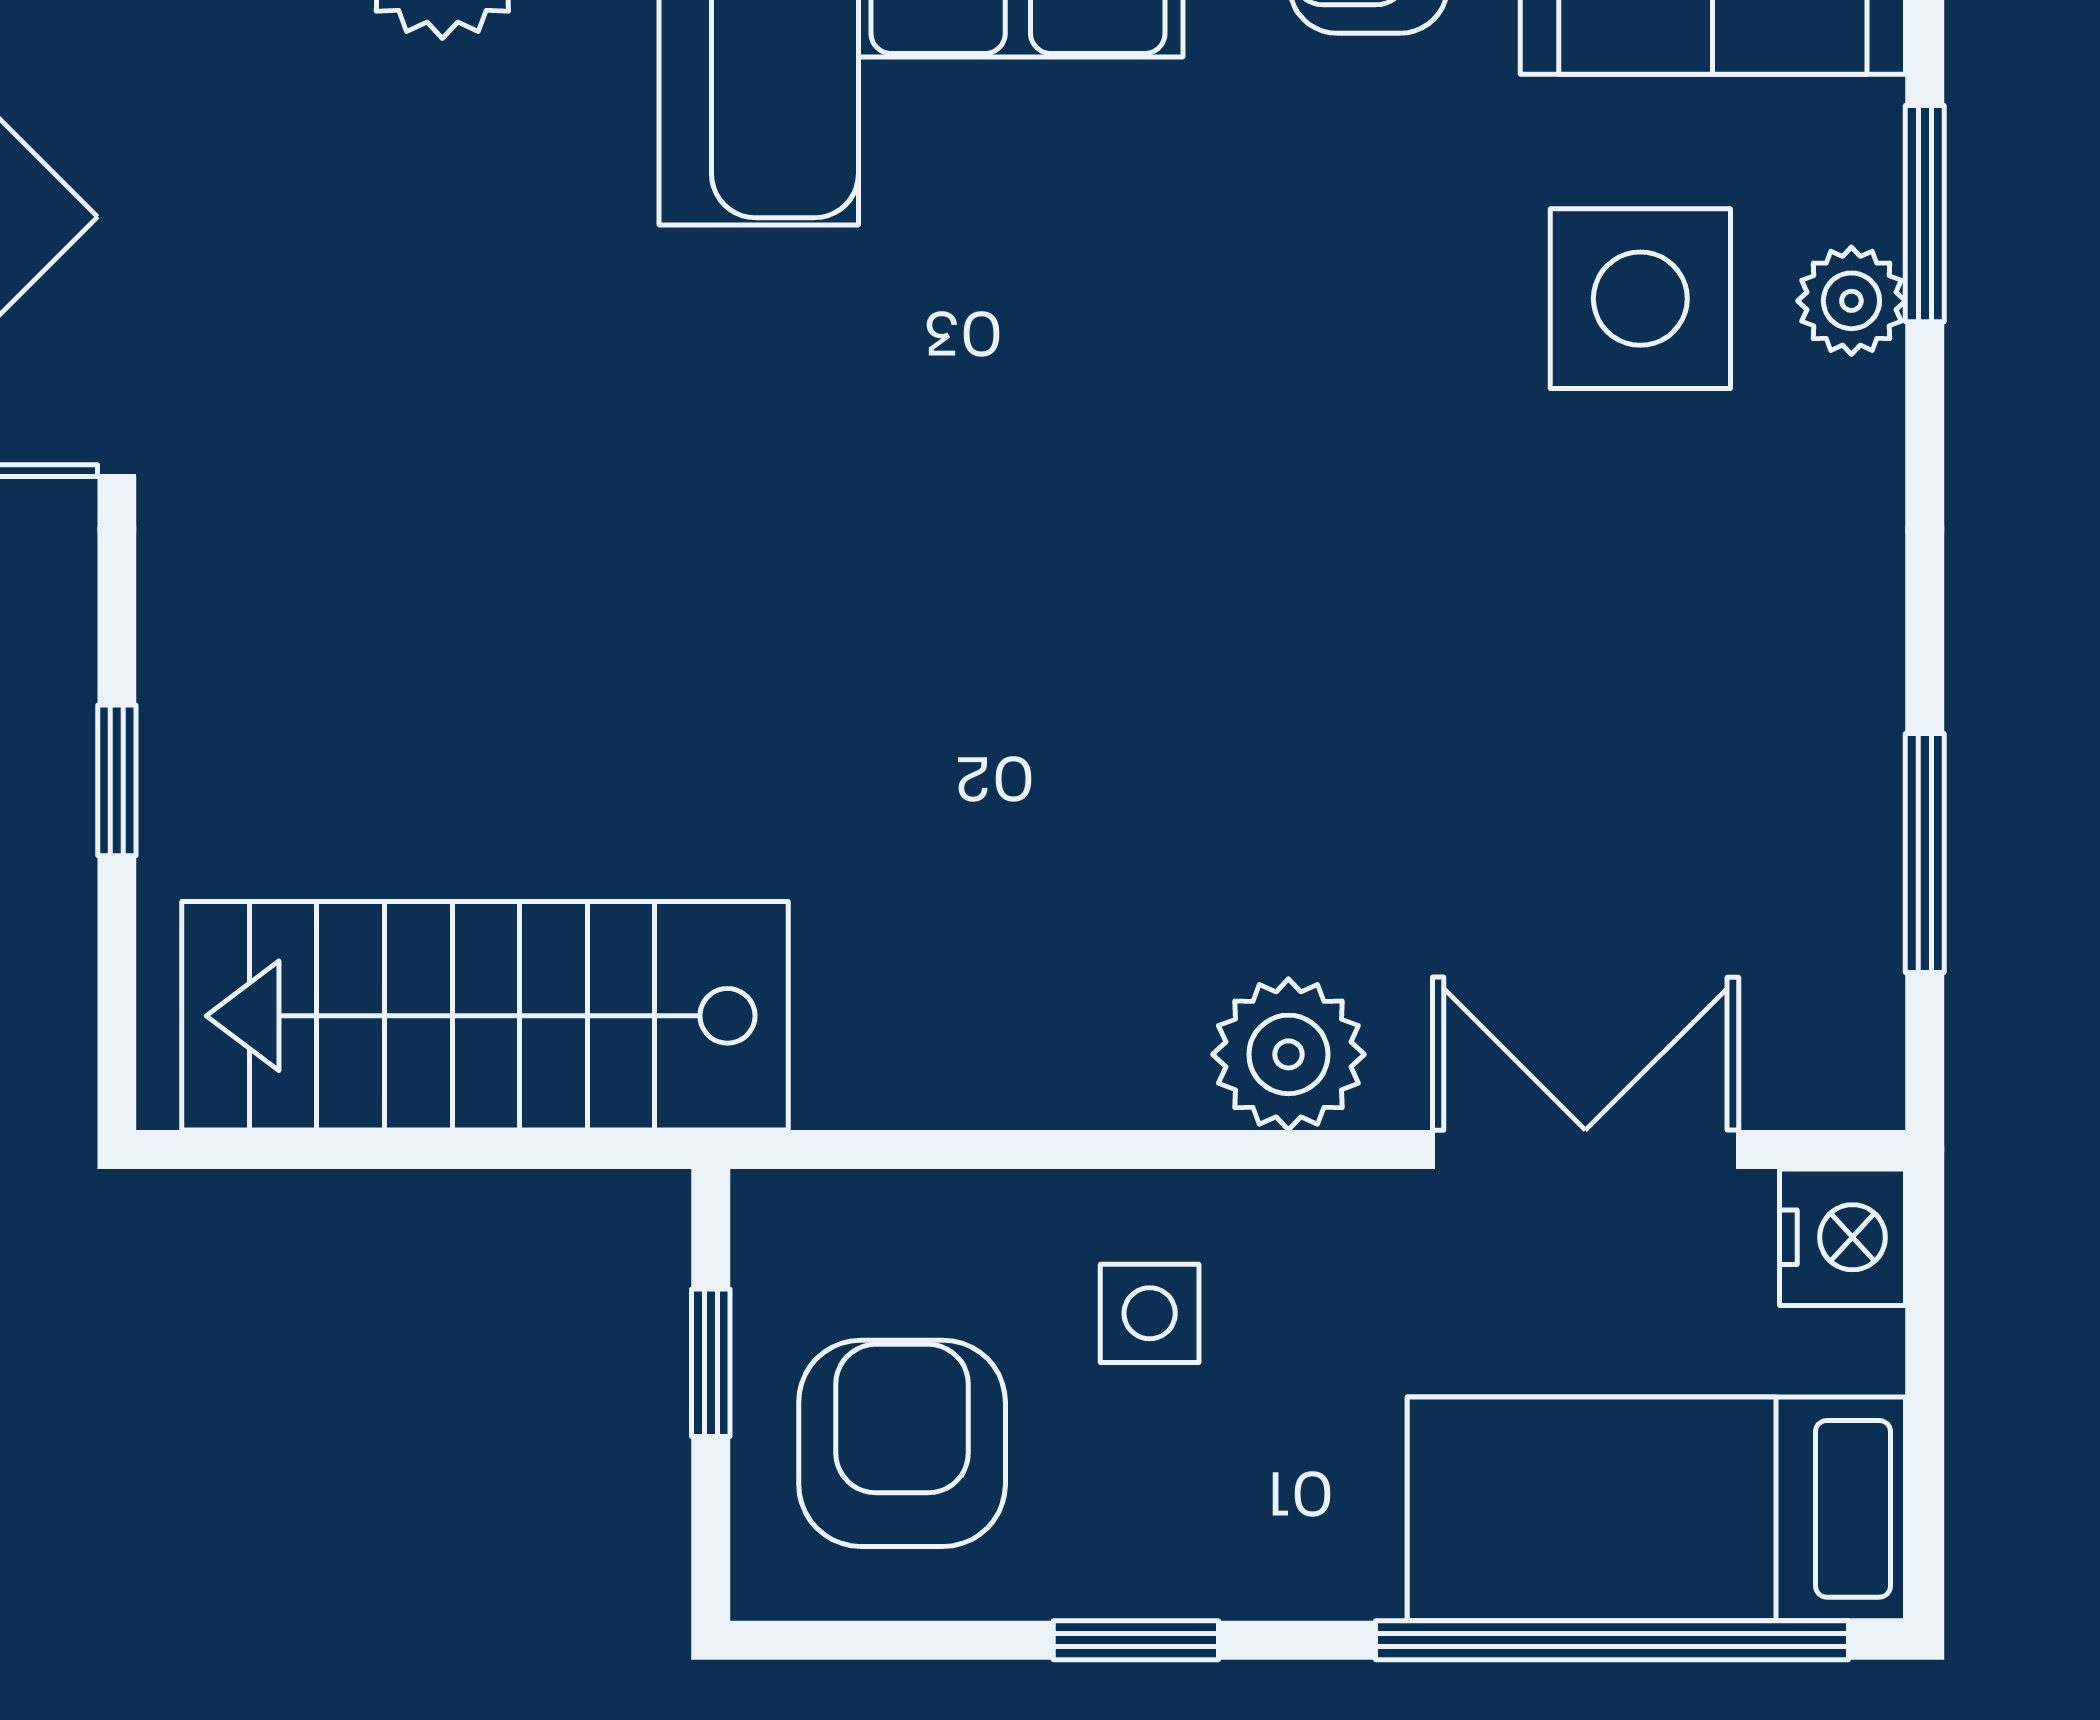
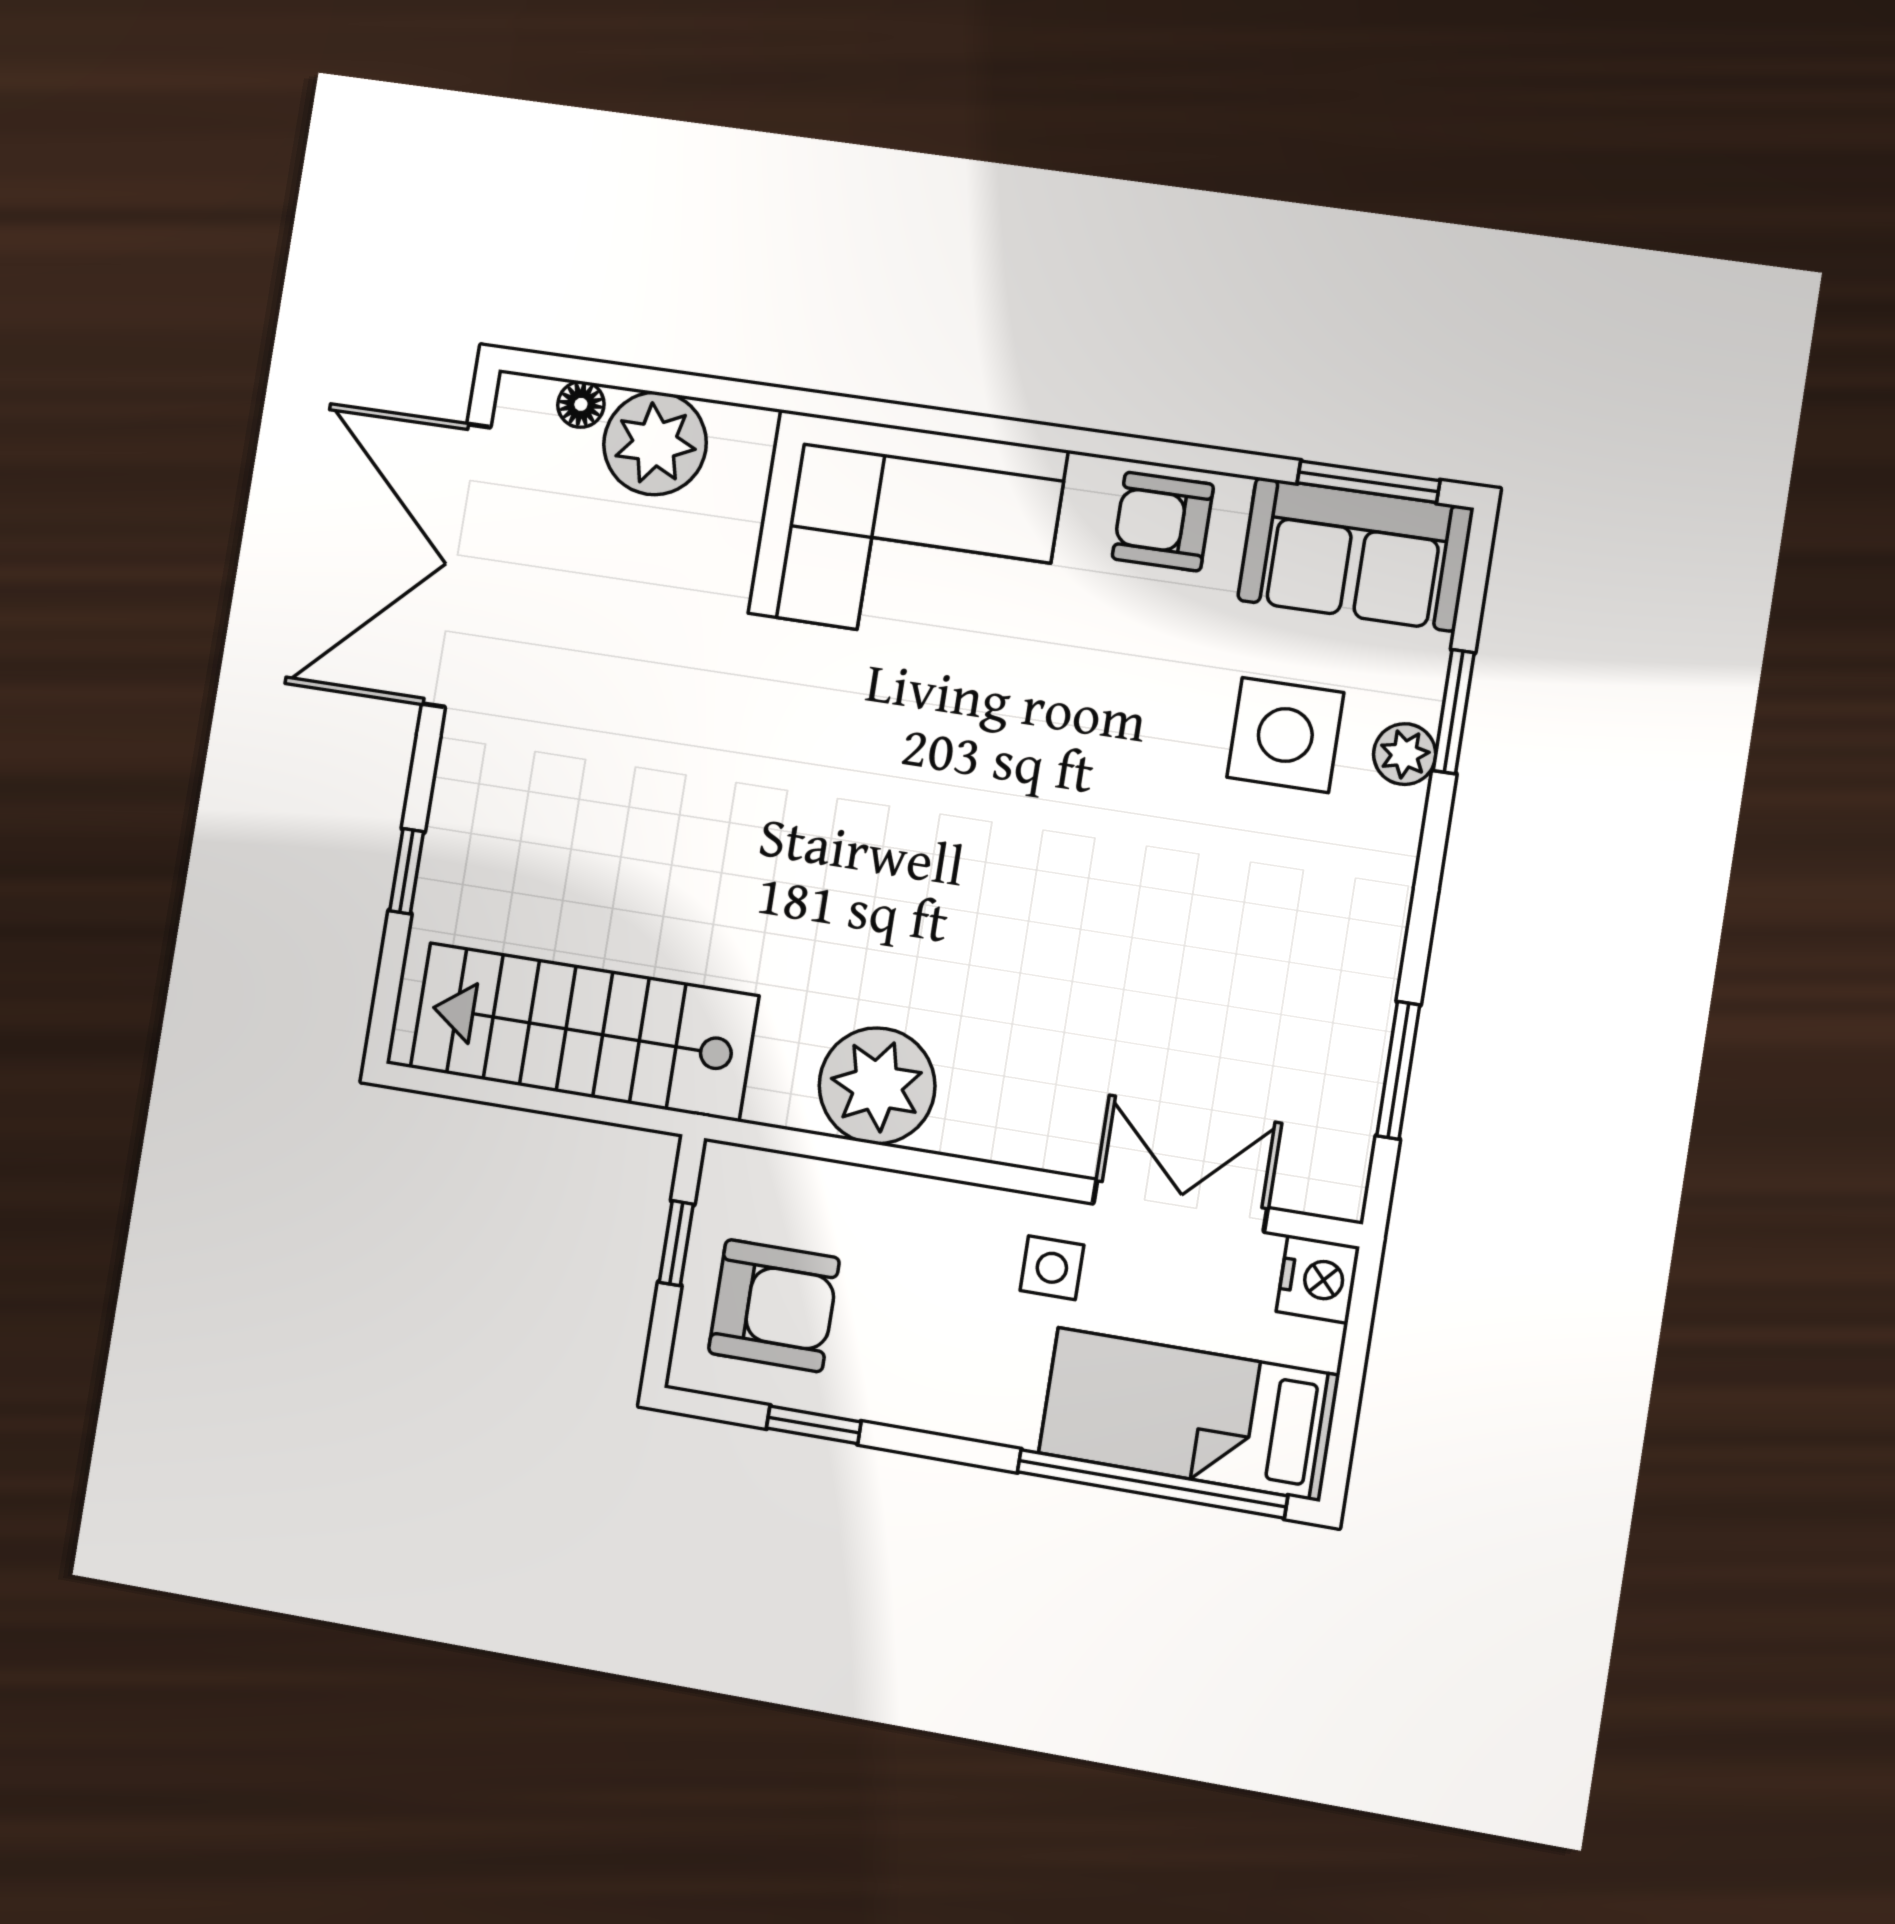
plant: (1288, 1054) -> (877, 1086), moved, width x1.36, depth x1.36
side table: (1150, 1313) -> (1052, 1268), moved
armchair: (902, 1443) -> (774, 1306), turned 90
window: (1136, 1640) -> (814, 1425), moved

